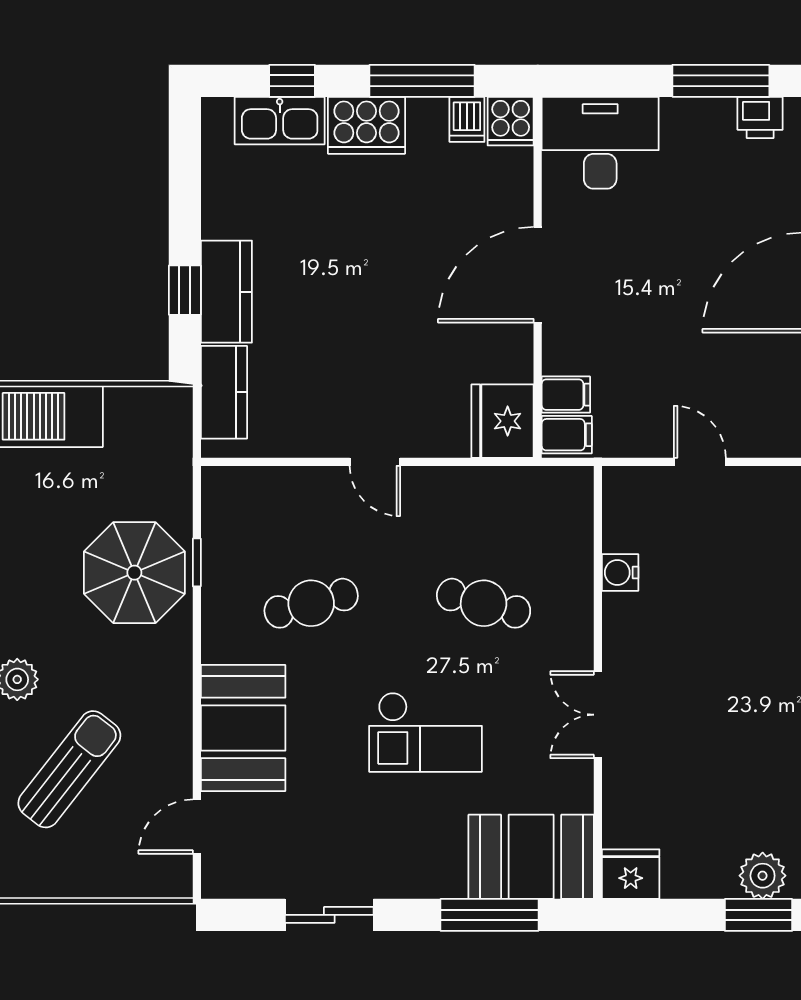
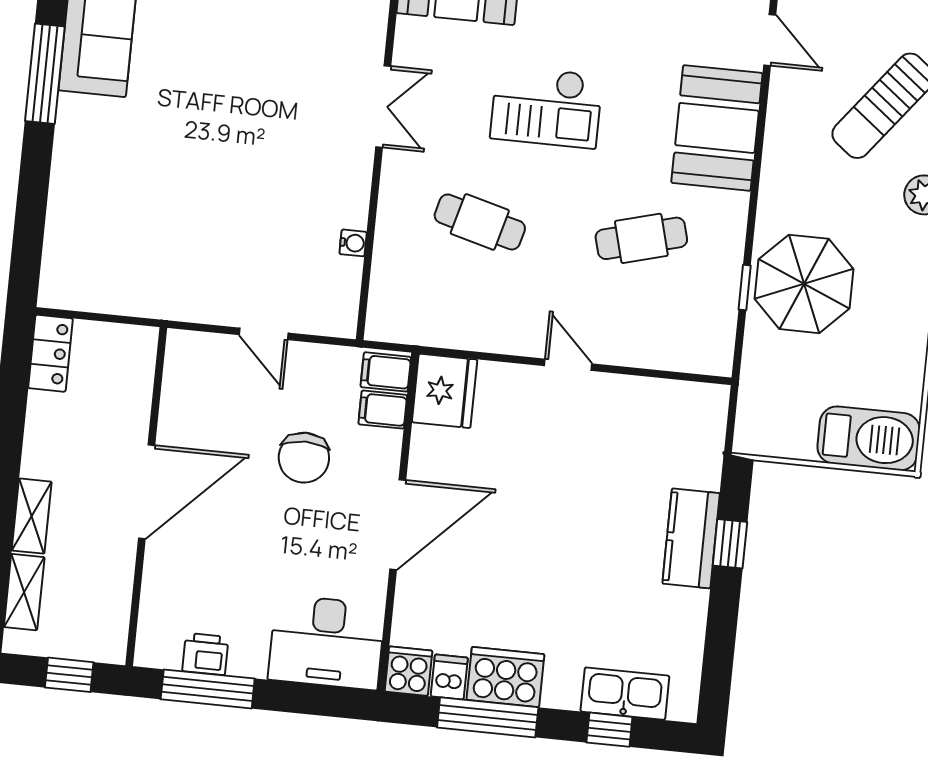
printer: (760, 117) -> (205, 654), moved
cooker: (367, 125) -> (505, 677), moved
chair: (644, 335) -> (304, 458), added
kitchen counter: (224, 392) -> (703, 444), removed
water cooler: (620, 572) -> (353, 243), width x0.72, depth x0.72
checkout: (426, 732) -> (546, 107), turned 180
door: (197, 827) -> (770, 40), hinge flipped

